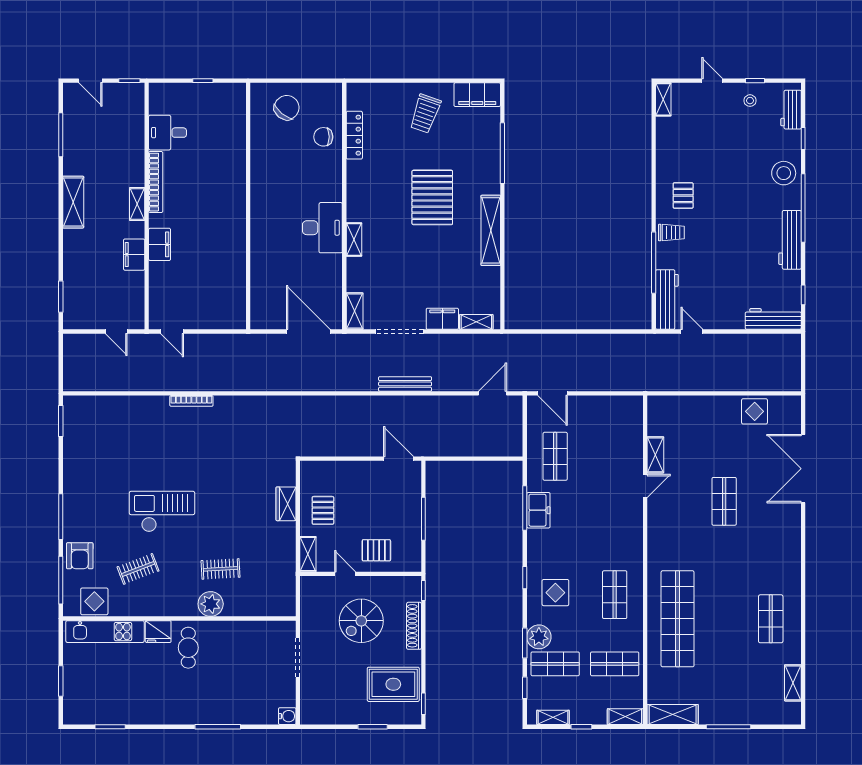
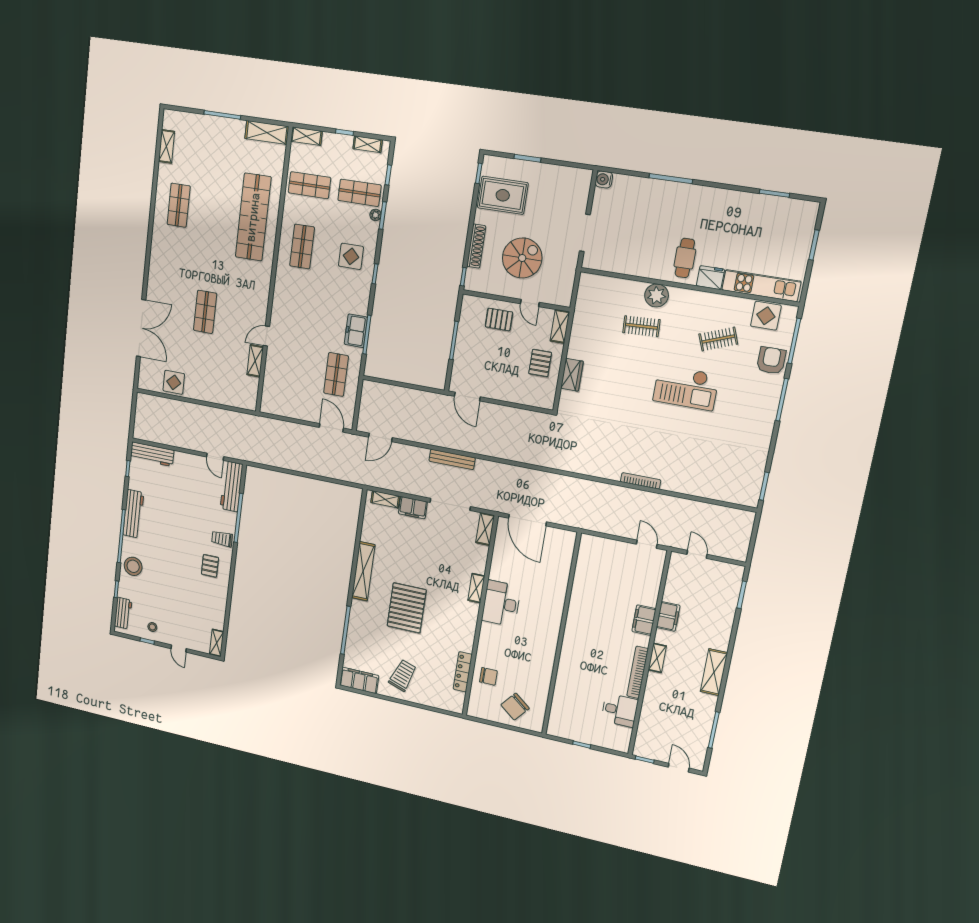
plant: (539, 637) -> (376, 215), width x0.53, depth x0.53

